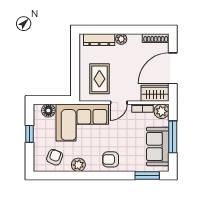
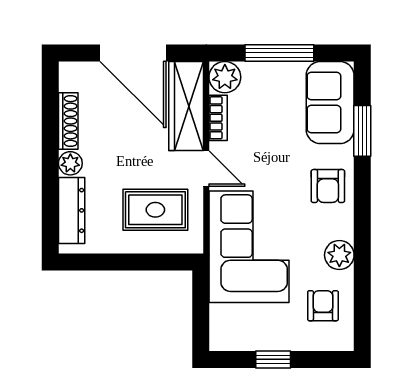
shoe rack: (156, 38) -> (68, 121), moved
wardrobe: (155, 93) -> (186, 106), width x1.50
floor lamp: (48, 111) -> (223, 319), removed
sofa: (158, 146) -> (330, 103), moved, turned 90
armchair: (55, 157) -> (323, 306), turned 68
window: (147, 176) -> (362, 131), moved

